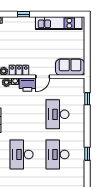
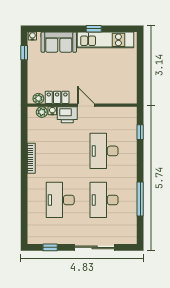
window: (23, 14) -> (94, 29), moved
sofa: (70, 67) -> (59, 42), moved, turned 180
door: (43, 77) -> (86, 105), swing flipped
window: (87, 154) -> (140, 199), width x2.17

